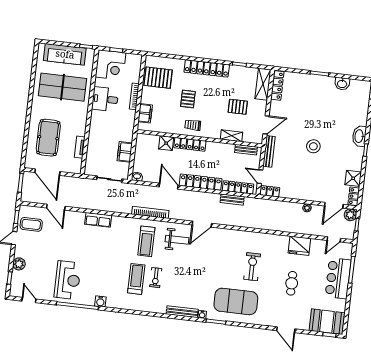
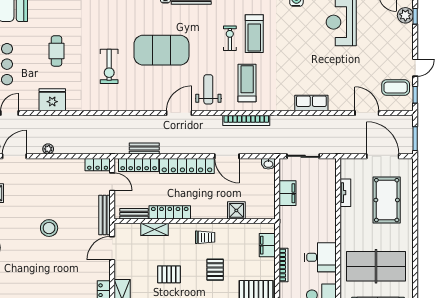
pallet: (238, 107) -> (169, 274), moved
locker: (190, 144) -> (170, 212), moved
weight bench: (177, 240) -> (208, 89), turned 90
plant: (19, 264) -> (405, 15), moved
exercise mat: (236, 301) -> (161, 50), moved

